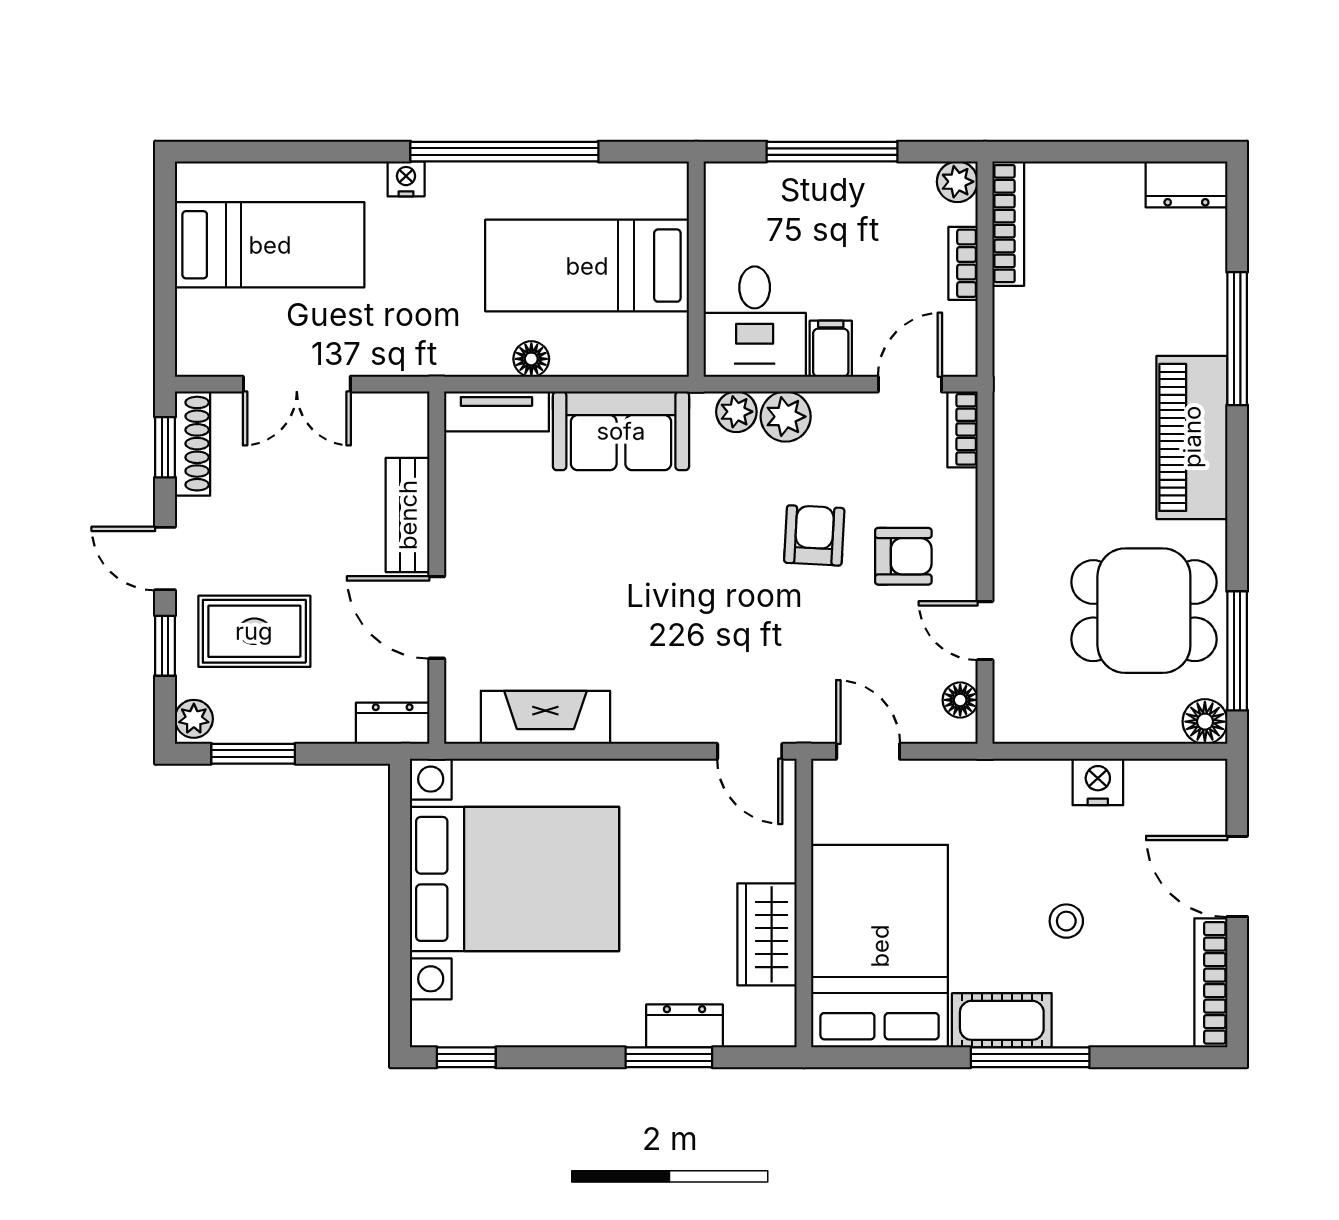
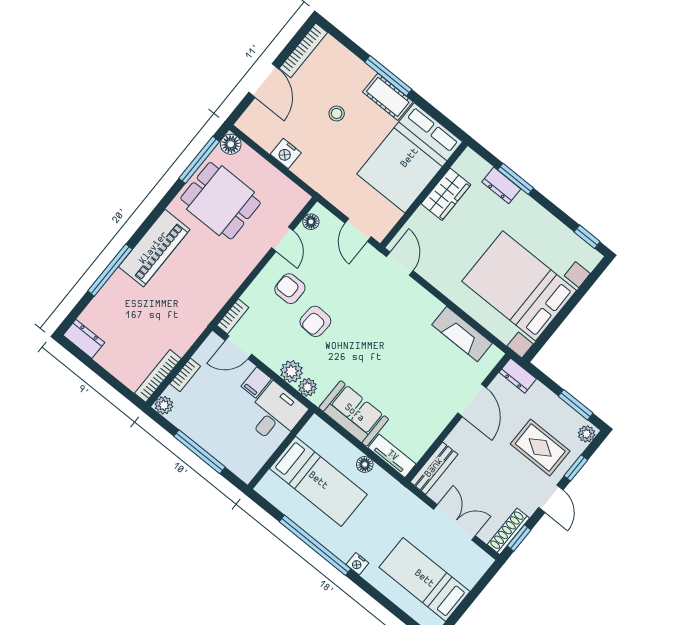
bench: (408, 515) -> (434, 468), moved

